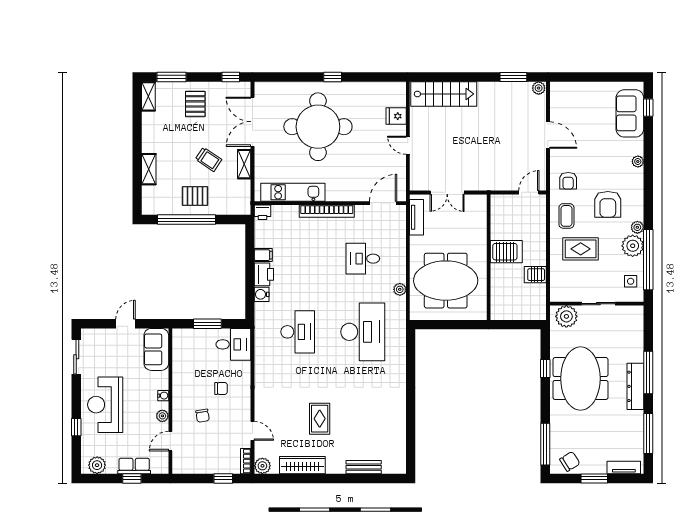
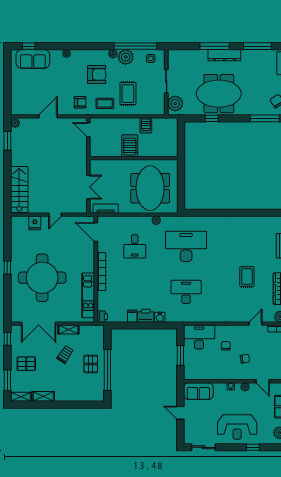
shelving: (149, 169) -> (43, 396), moved
desk: (233, 344) -> (199, 337), width x1.37
rug: (320, 419) -> (247, 277), turned 90

